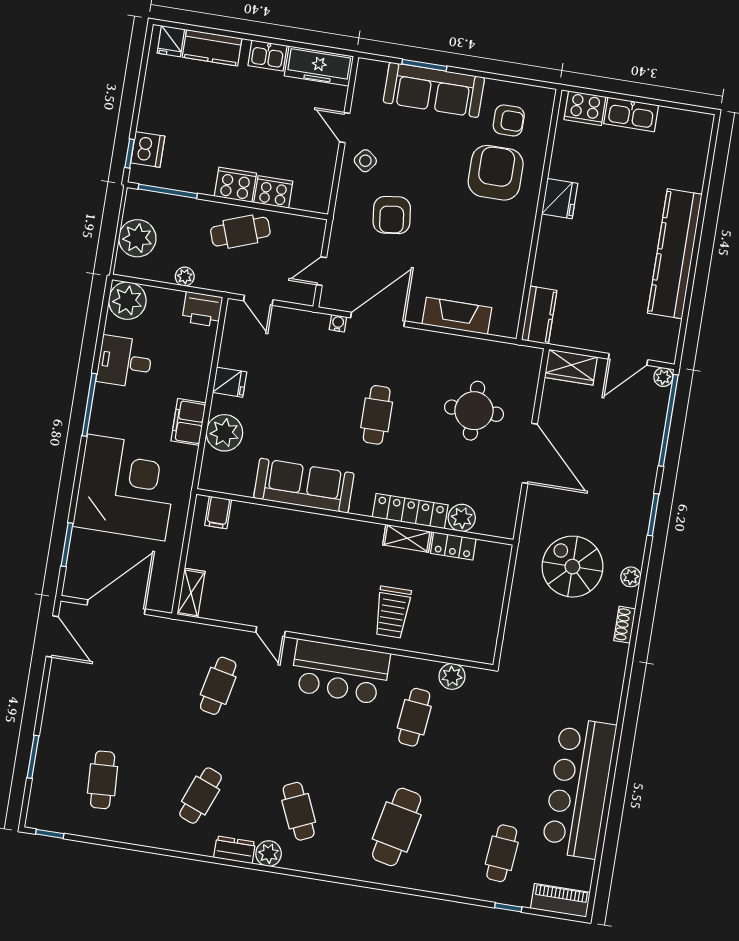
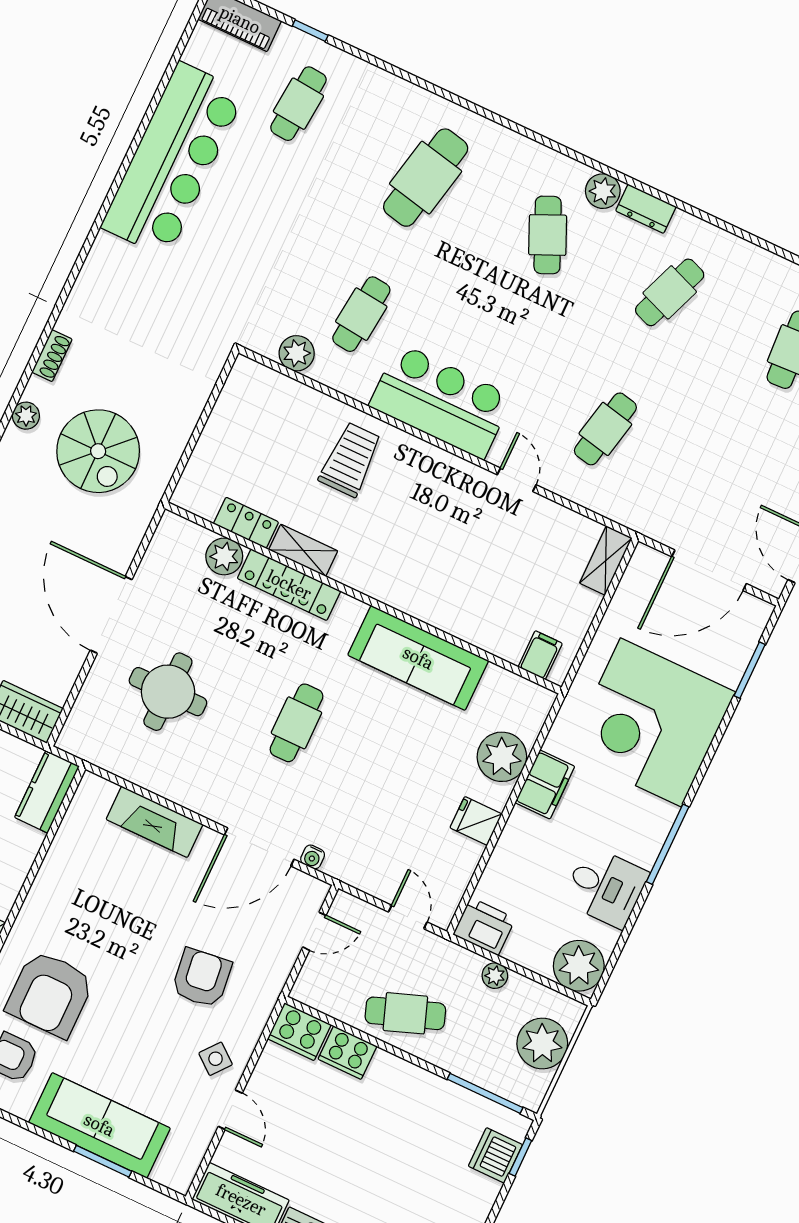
cooker: (235, 185) -> (299, 1032), moved

